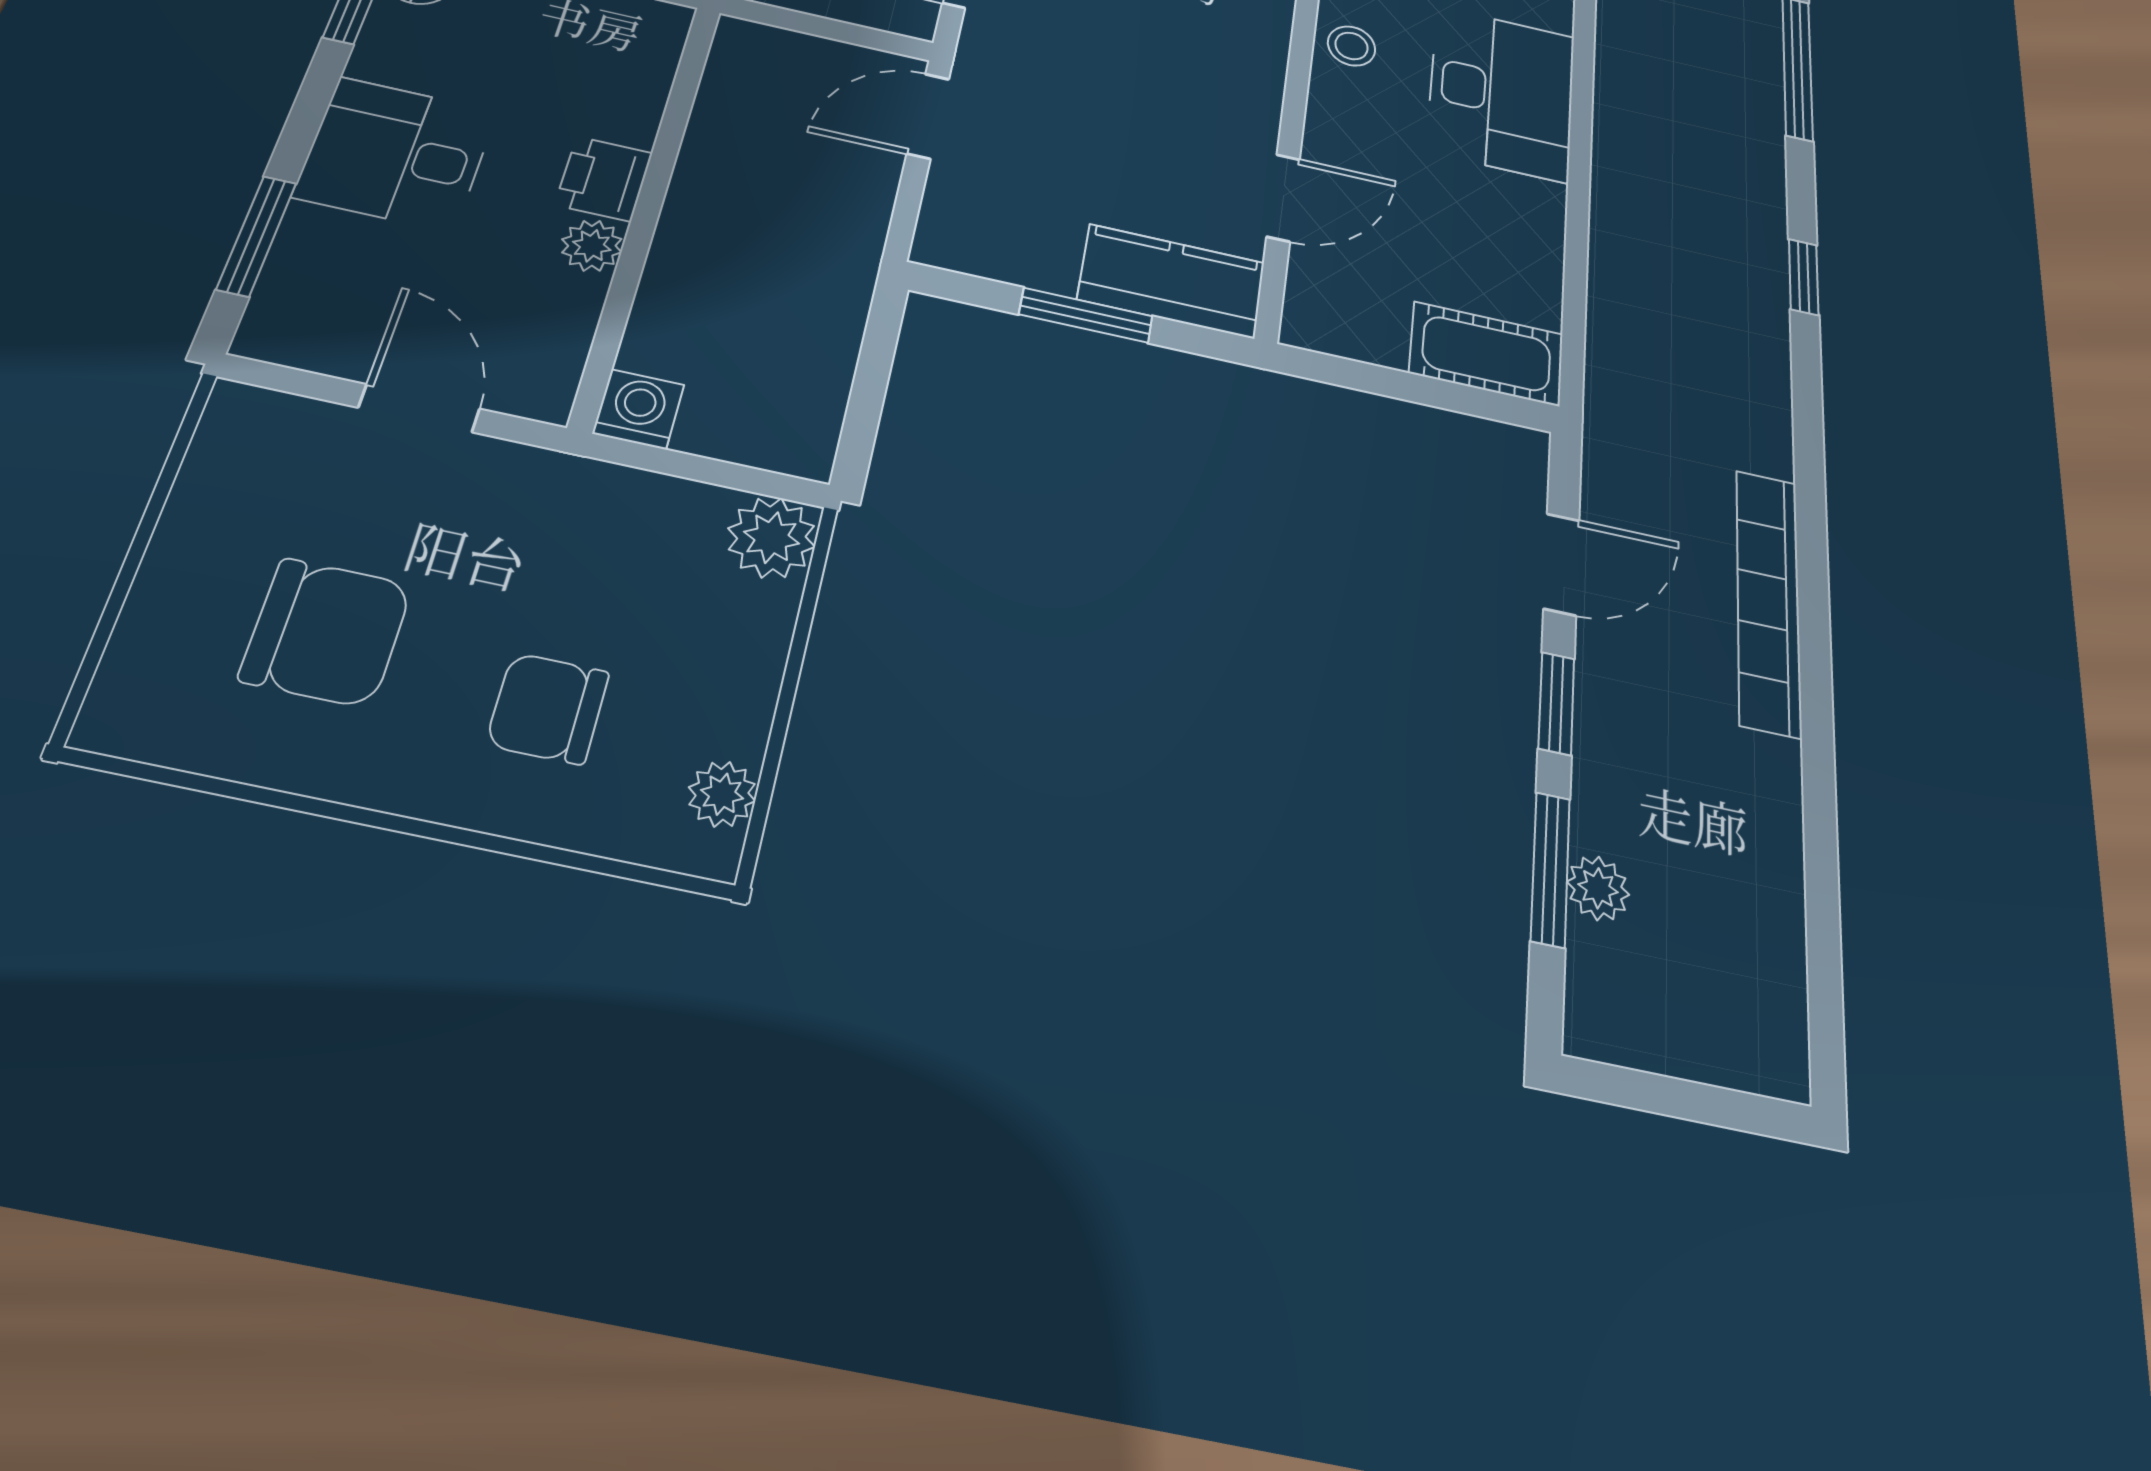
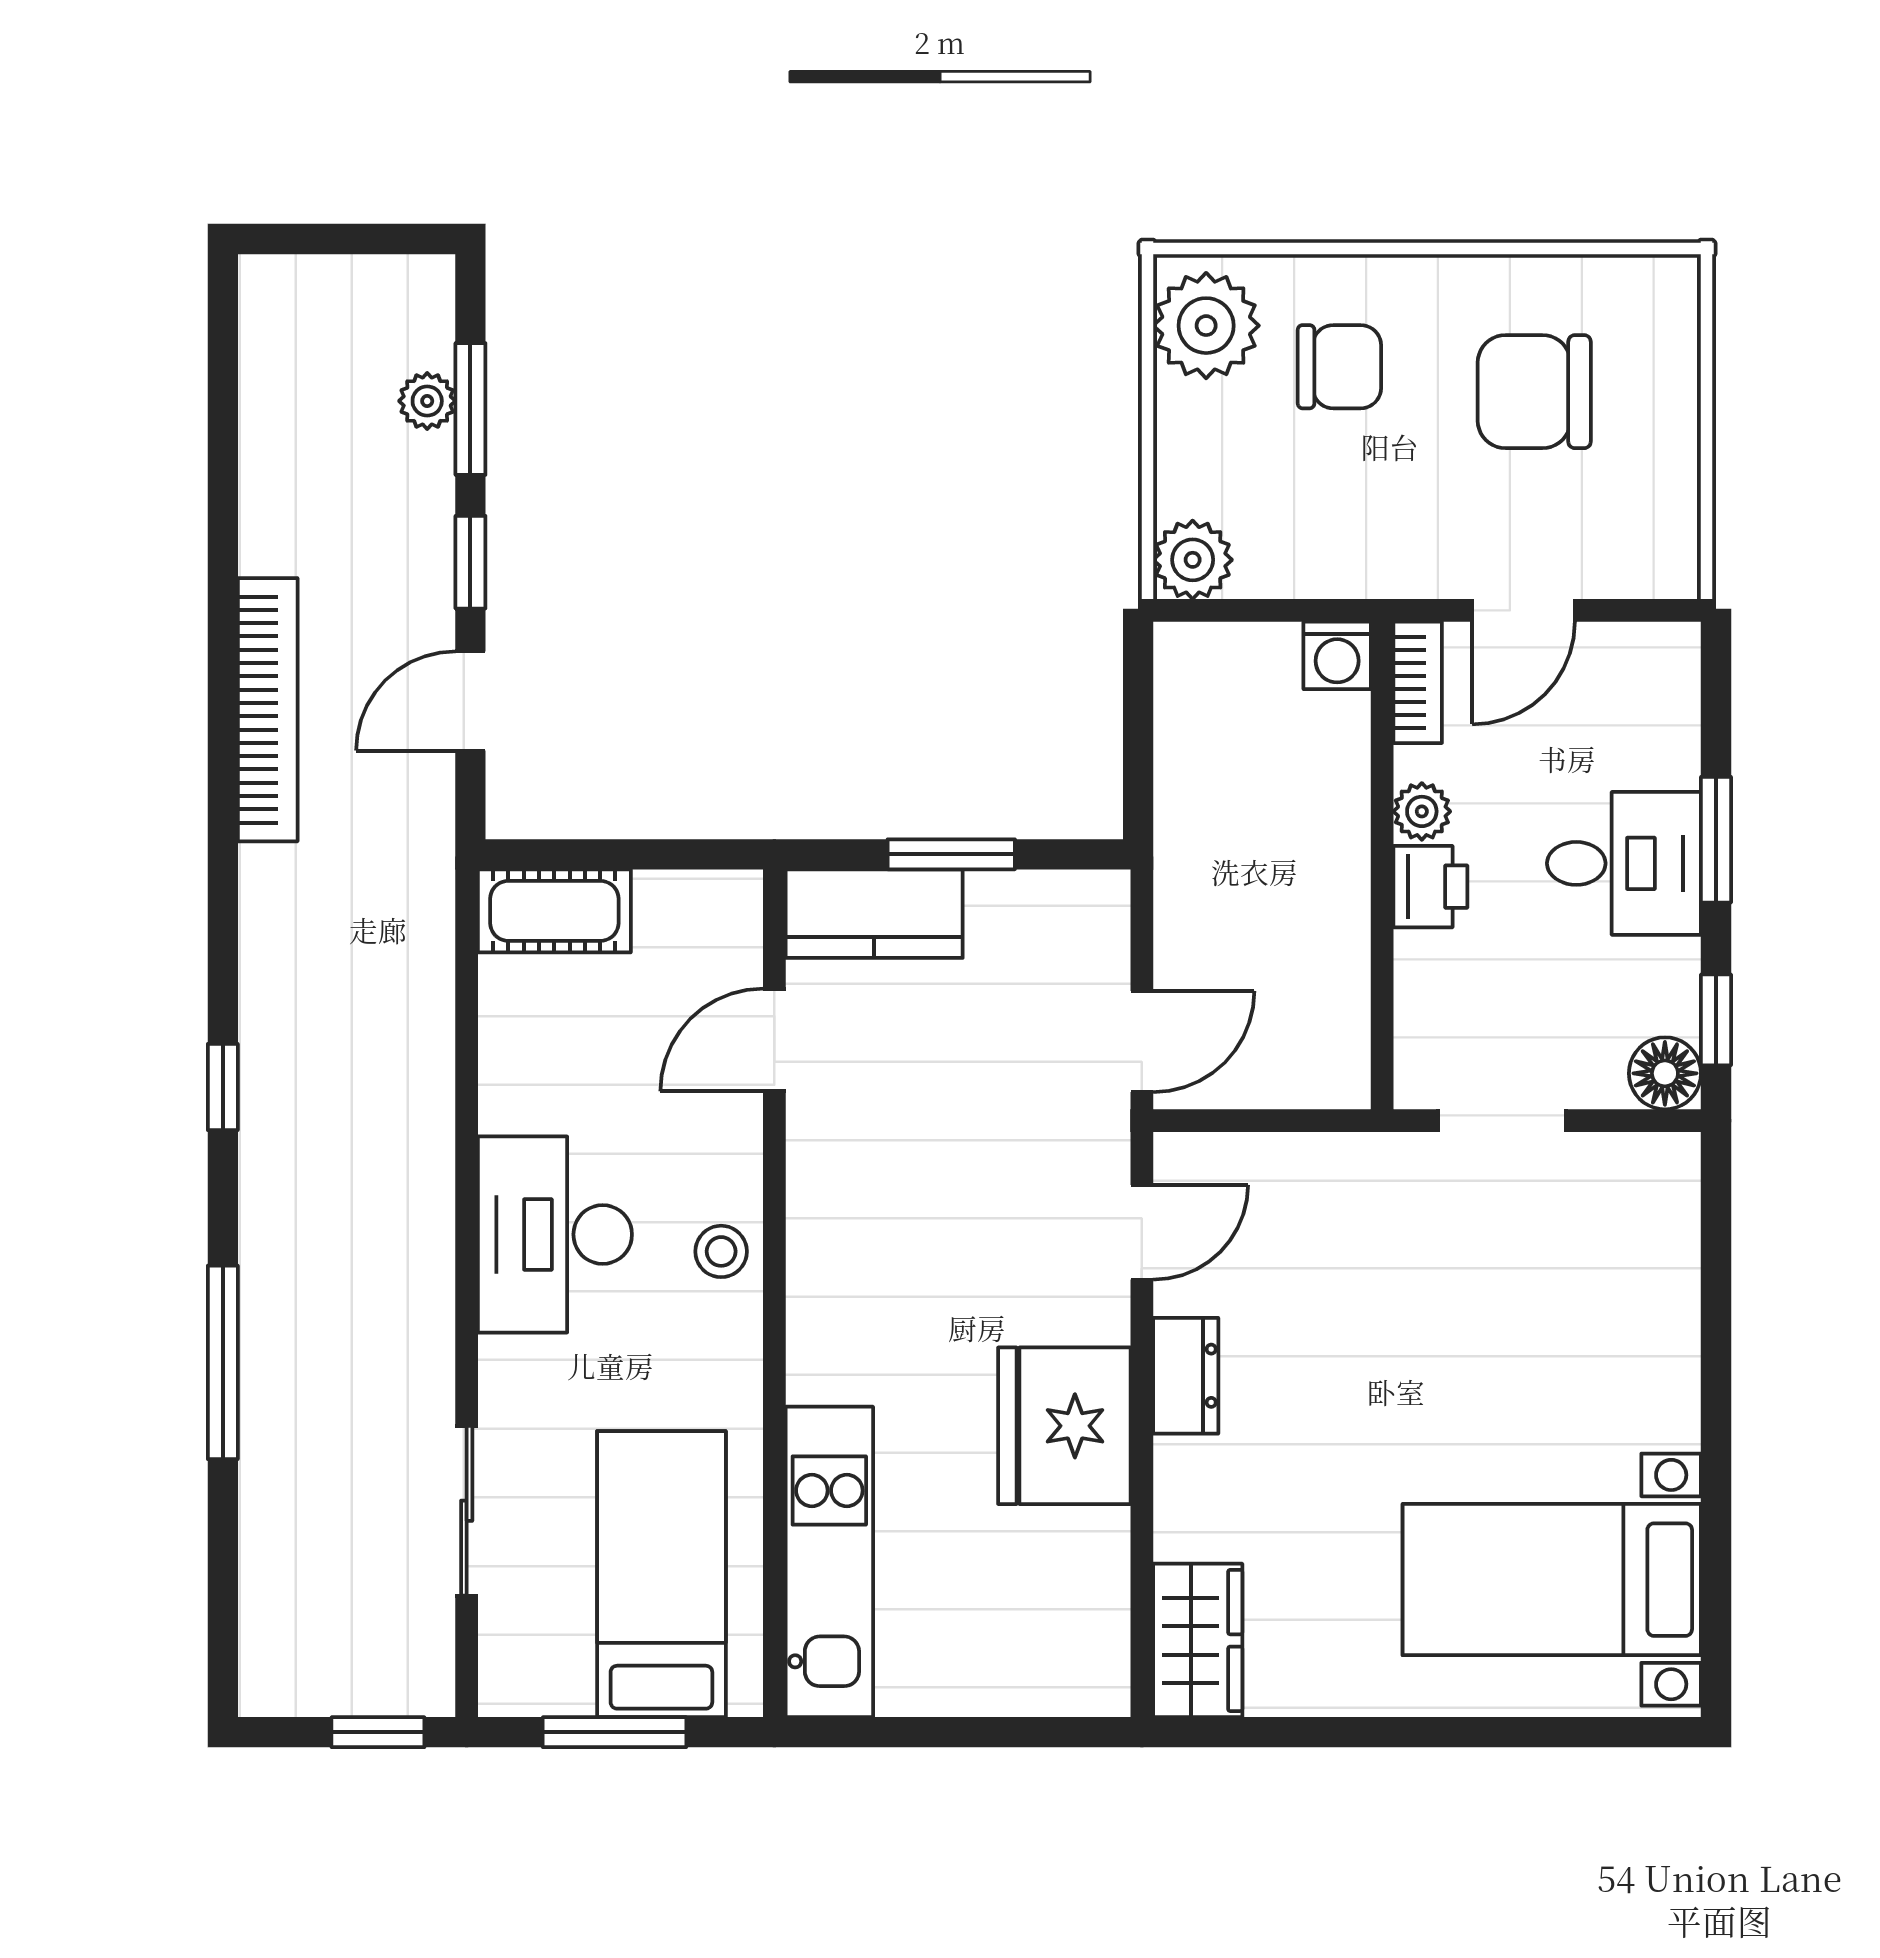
window: (257, 236) -> (1716, 840), moved
bookcase: (559, 364) -> (1418, 682), added
door: (419, 408) -> (1524, 610), hinge flipped
plant: (722, 794) -> (1206, 326), width x1.88, depth x1.88

